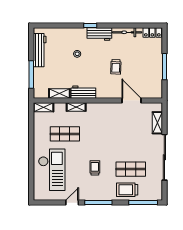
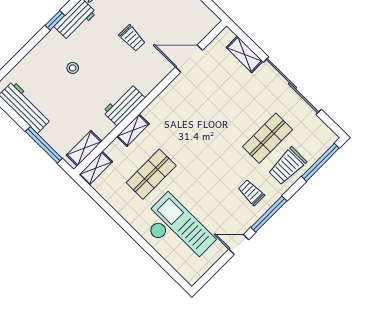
shelving: (59, 94) -> (84, 148), moved
trolley: (95, 168) -> (251, 192), moved
door: (72, 203) -> (239, 244), hinge flipped

